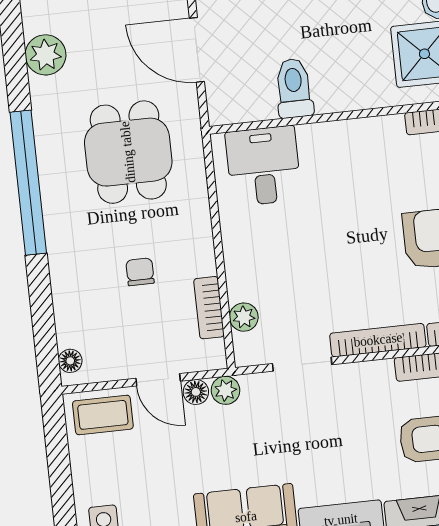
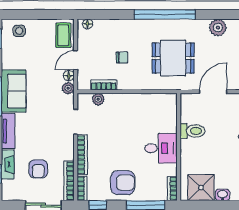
desk: (263, 166) -> (161, 148), moved

